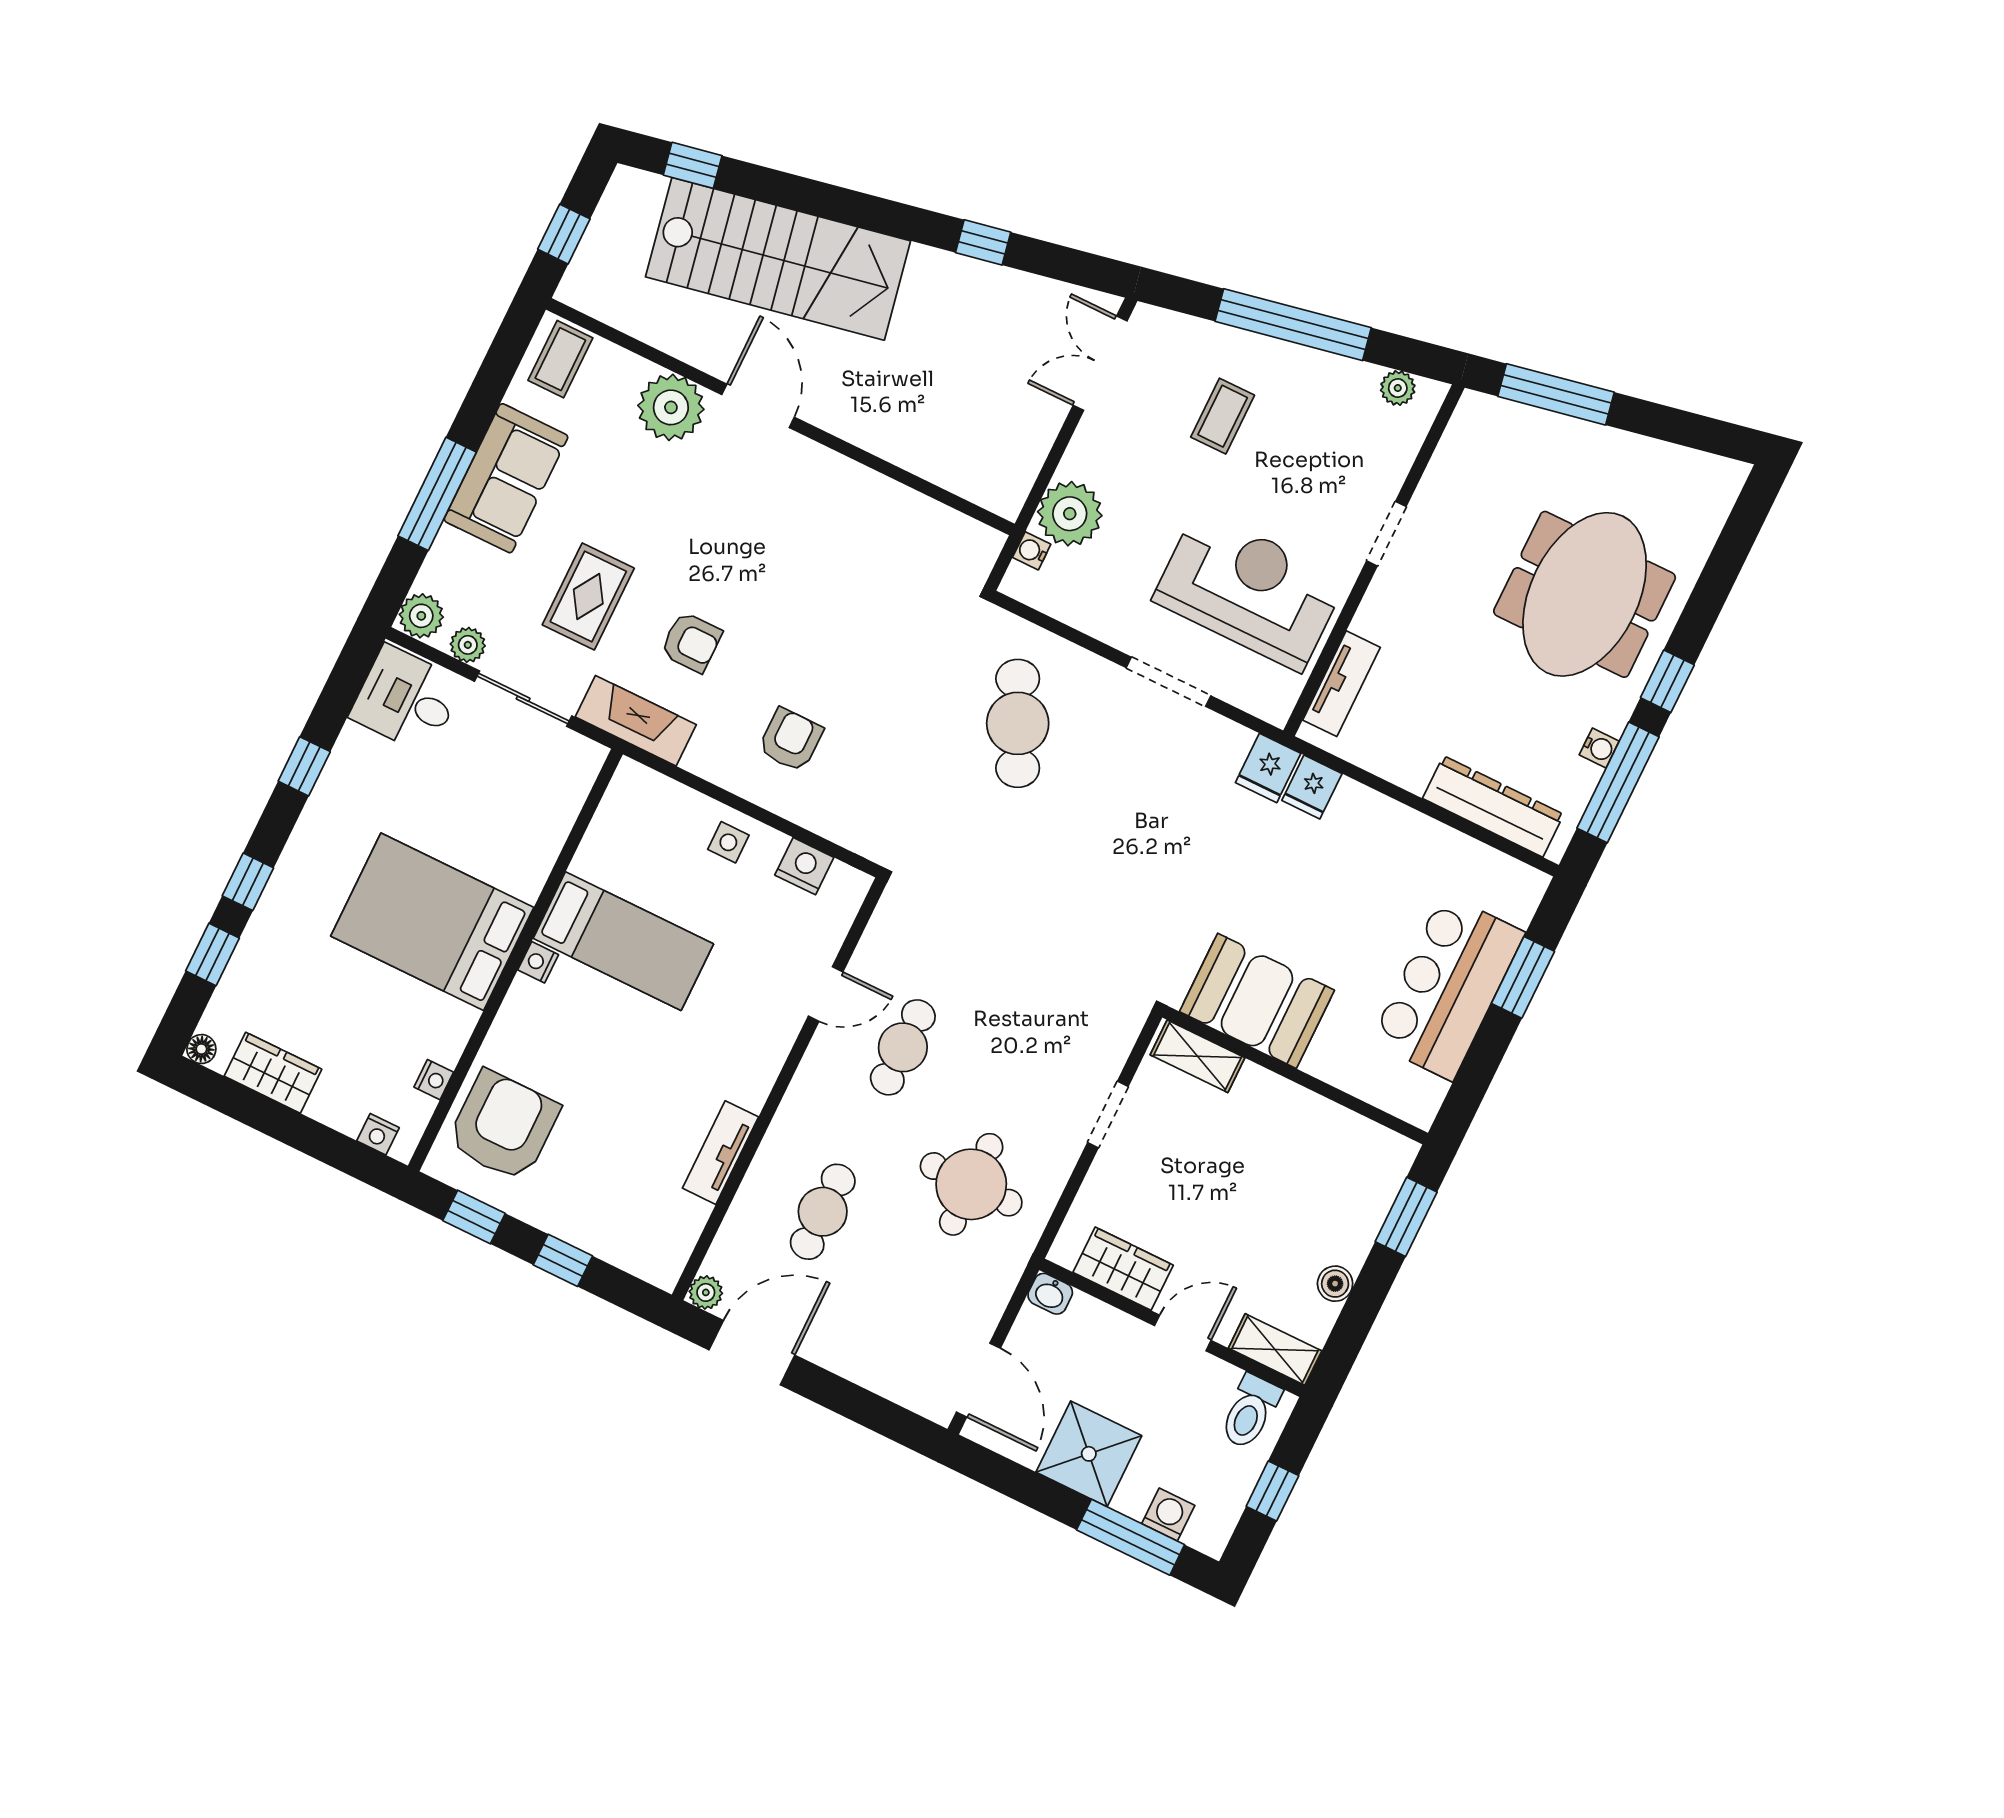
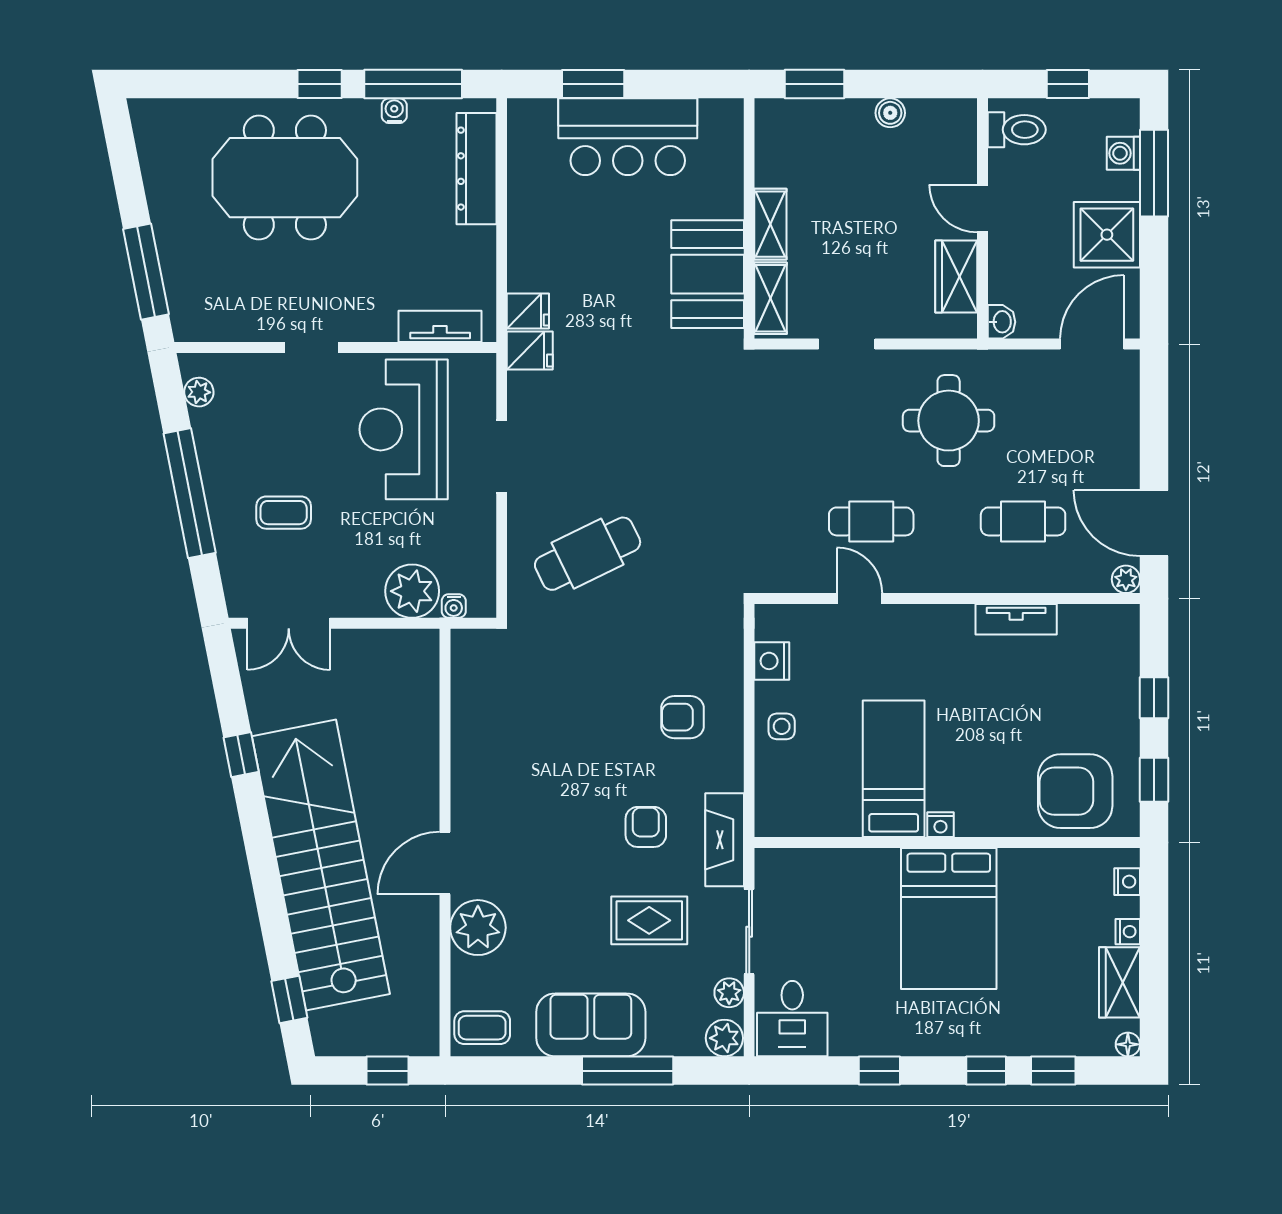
stairs: (778, 259) -> (321, 865), width x1.36
nightstand: (434, 1080) -> (1128, 932), moved, turned 90
shelving: (1275, 1350) -> (770, 224), moved

